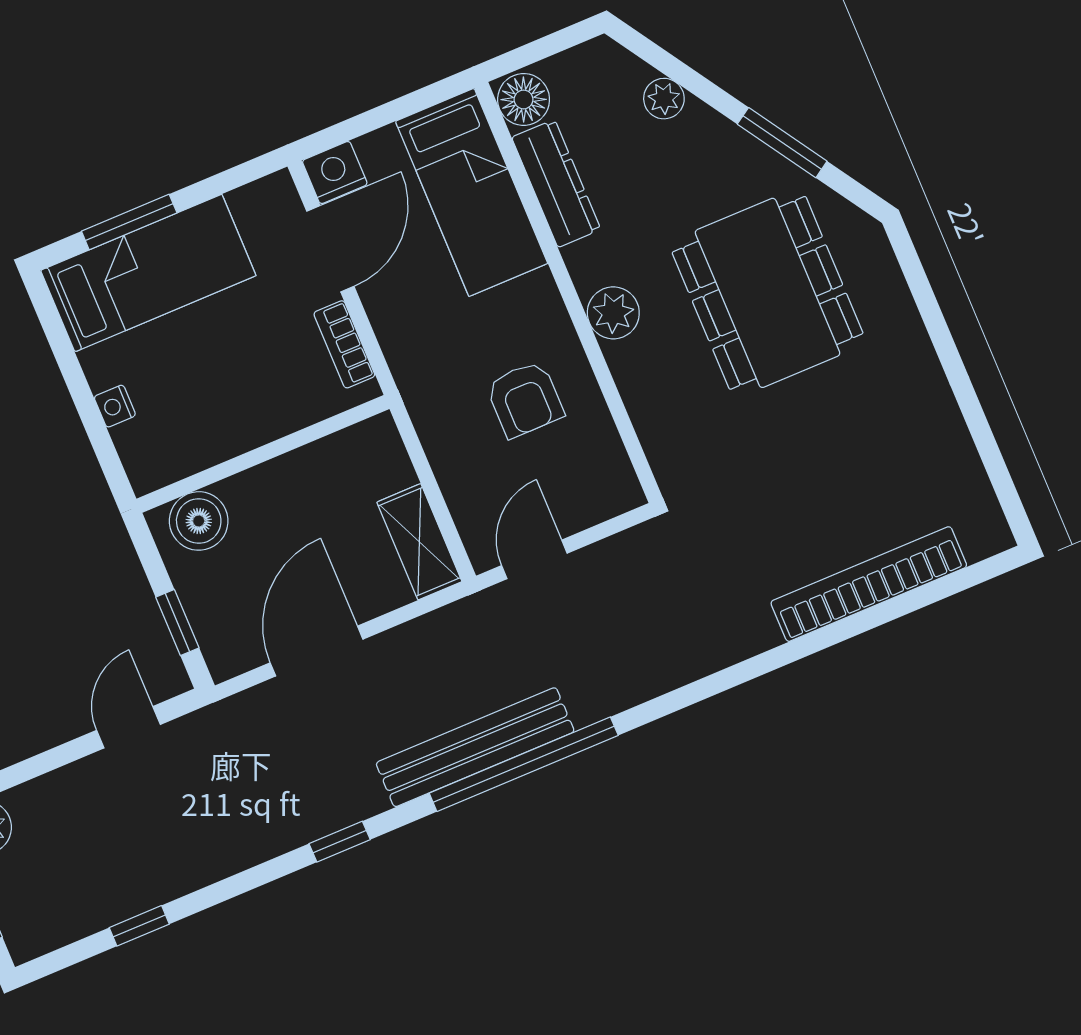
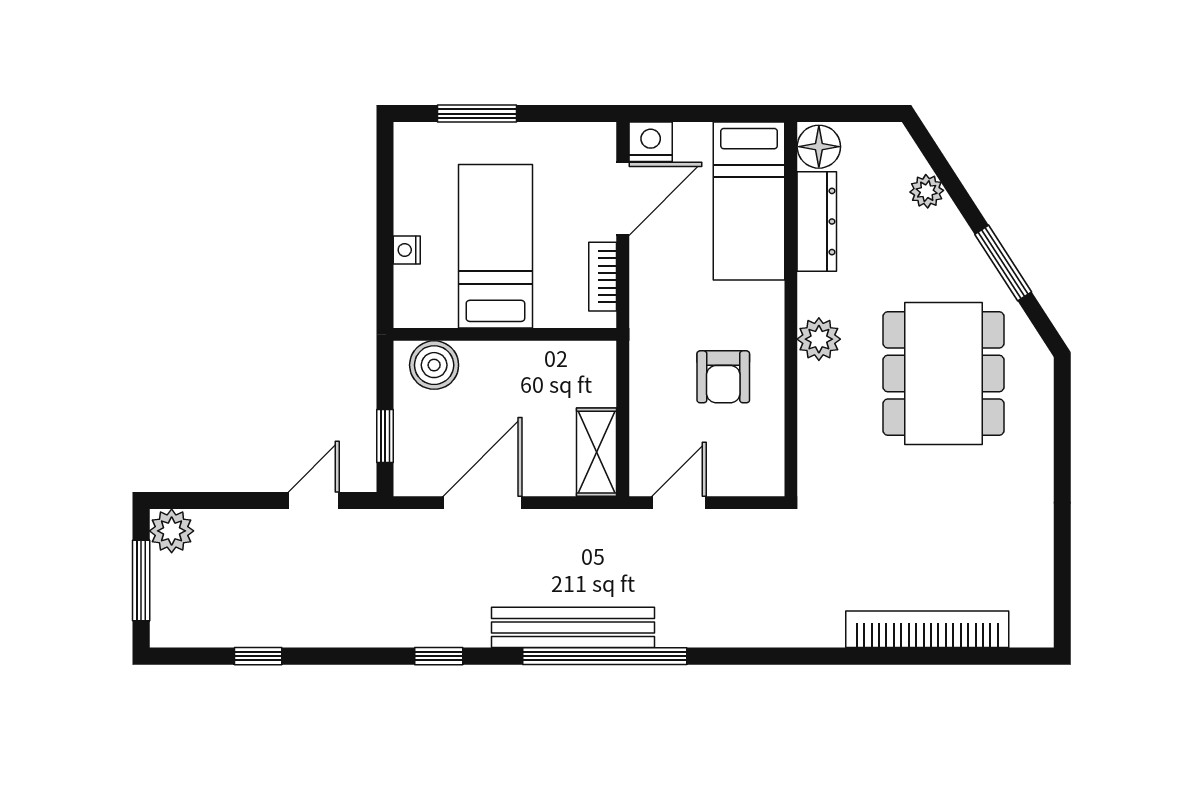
bed: (148, 273) -> (495, 246), moved, turned -90

